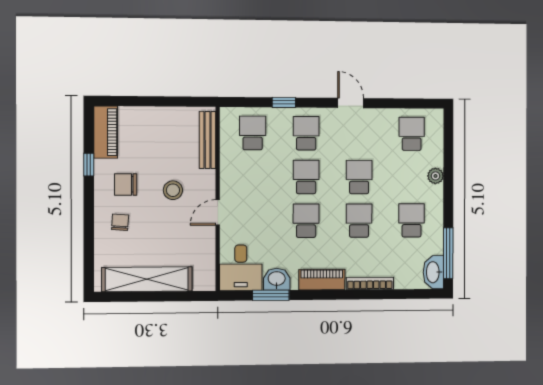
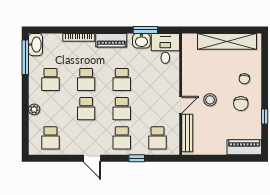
piano: (106, 132) -> (244, 147), moved, turned 90
chair: (126, 184) -> (241, 104), turned 90
door: (218, 212) -> (181, 105), moved

